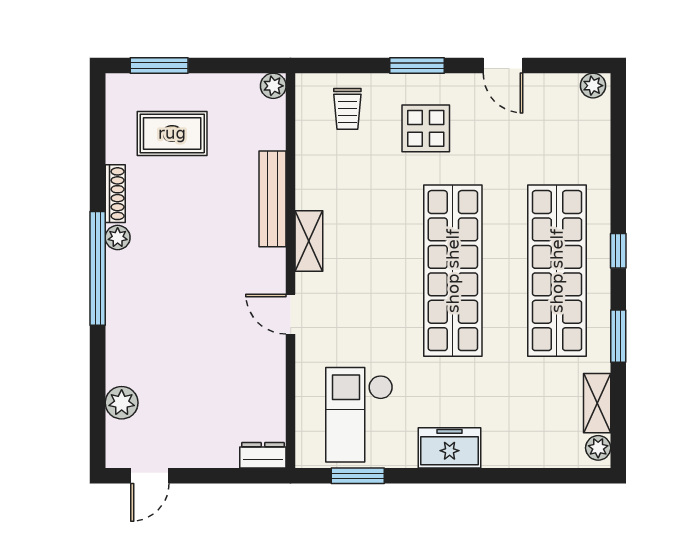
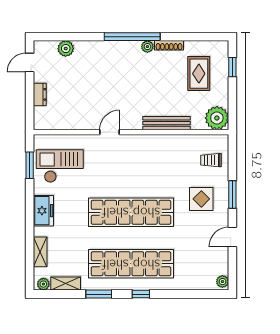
window: (159, 65) -> (232, 67), width x0.67
plant: (273, 86) -> (217, 118), width x1.87, depth x1.87
shelving: (309, 241) -> (40, 252), moved, turned 90
dresser: (263, 455) -> (40, 94), moved
door: (150, 476) -> (30, 63), hinge flipped

